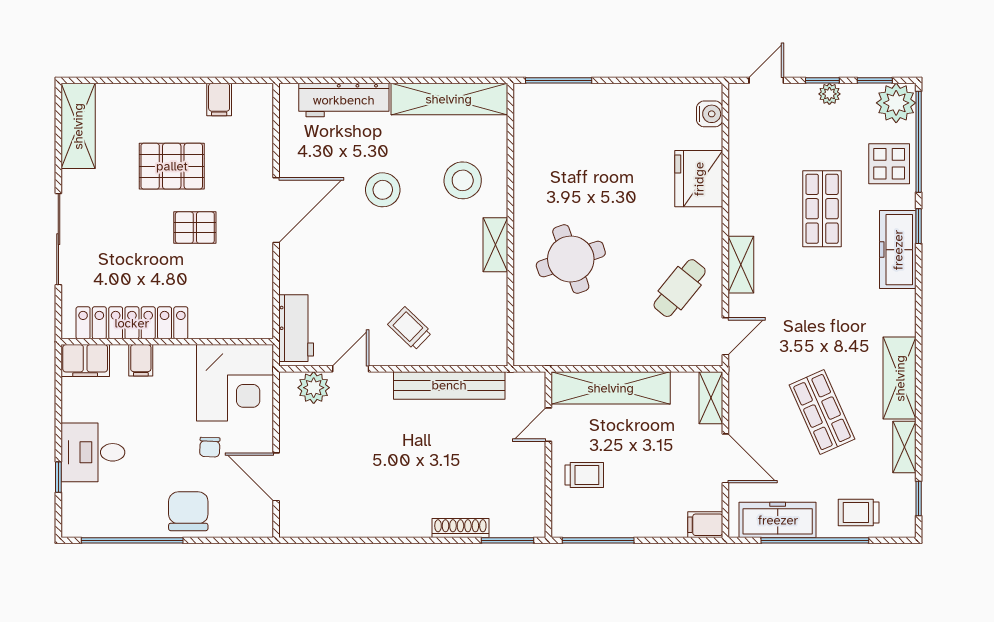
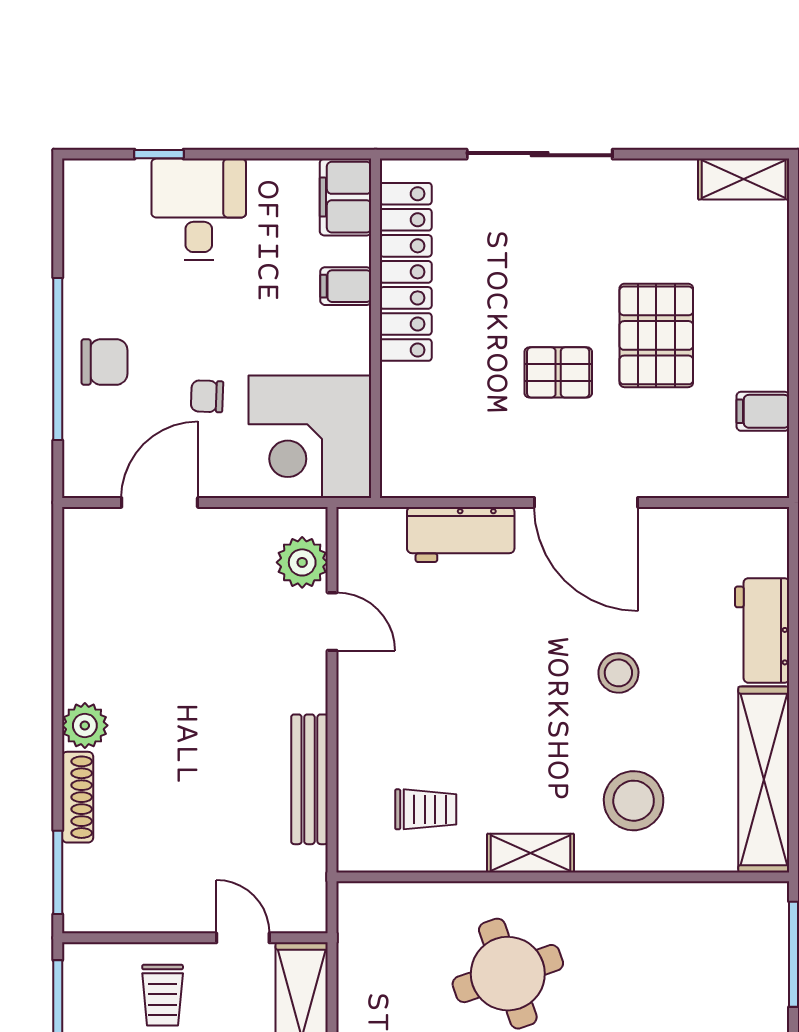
workbench: (344, 100) -> (762, 630), width x0.73
shelving: (78, 126) -> (744, 179), width x0.67, depth x0.75
stool: (383, 190) -> (618, 673), width x0.73, depth x0.73
pallet: (195, 228) -> (558, 372), turned 90
workbench: (296, 328) -> (461, 534), moved
trolley: (410, 329) -> (426, 809), moved, turned 46
bench: (449, 385) -> (309, 779), width x0.73, depth x0.82
chair: (188, 511) -> (104, 362), width x0.73, depth x0.73
plant: (416, 524) -> (85, 725), added
window: (132, 540) -> (58, 359), moved

